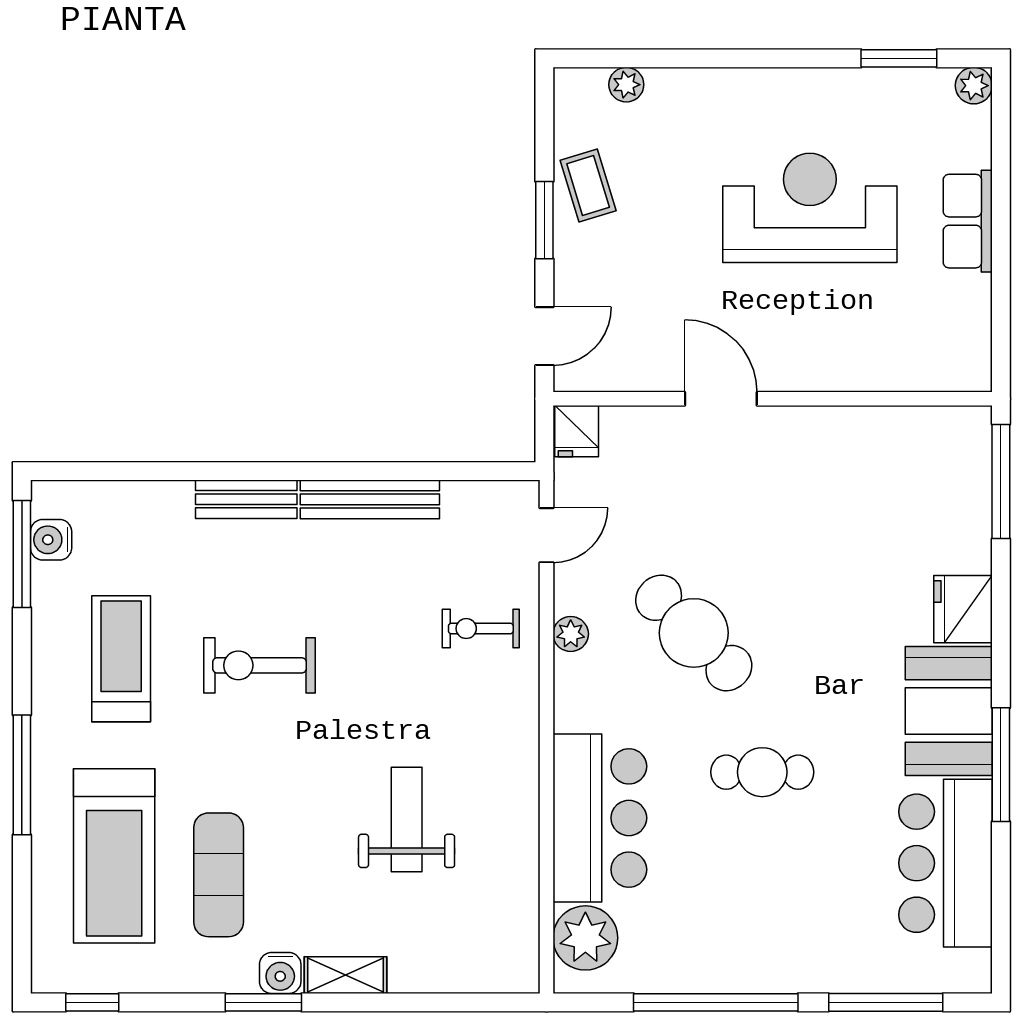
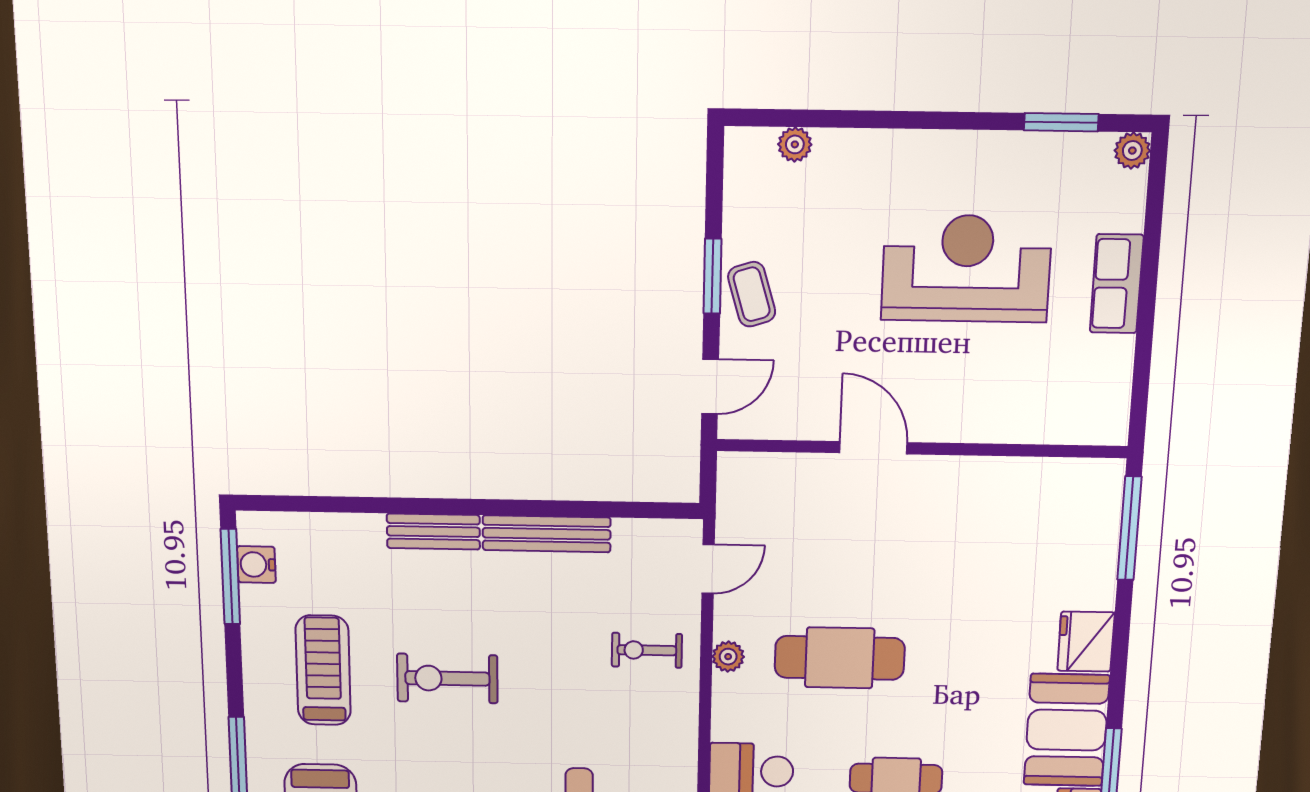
coffee table: (588, 185) -> (752, 294), moved
fridge: (577, 431) -> (738, 475), removed
cafe table: (694, 633) -> (840, 658), turned -45

